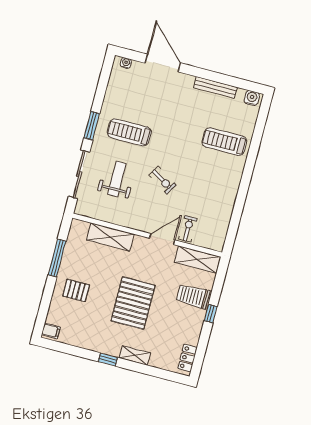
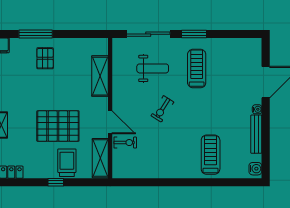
water cooler: (126, 63) -> (257, 109), moved
window: (57, 258) -> (36, 34), moved
pallet: (133, 303) -> (58, 126), moved

